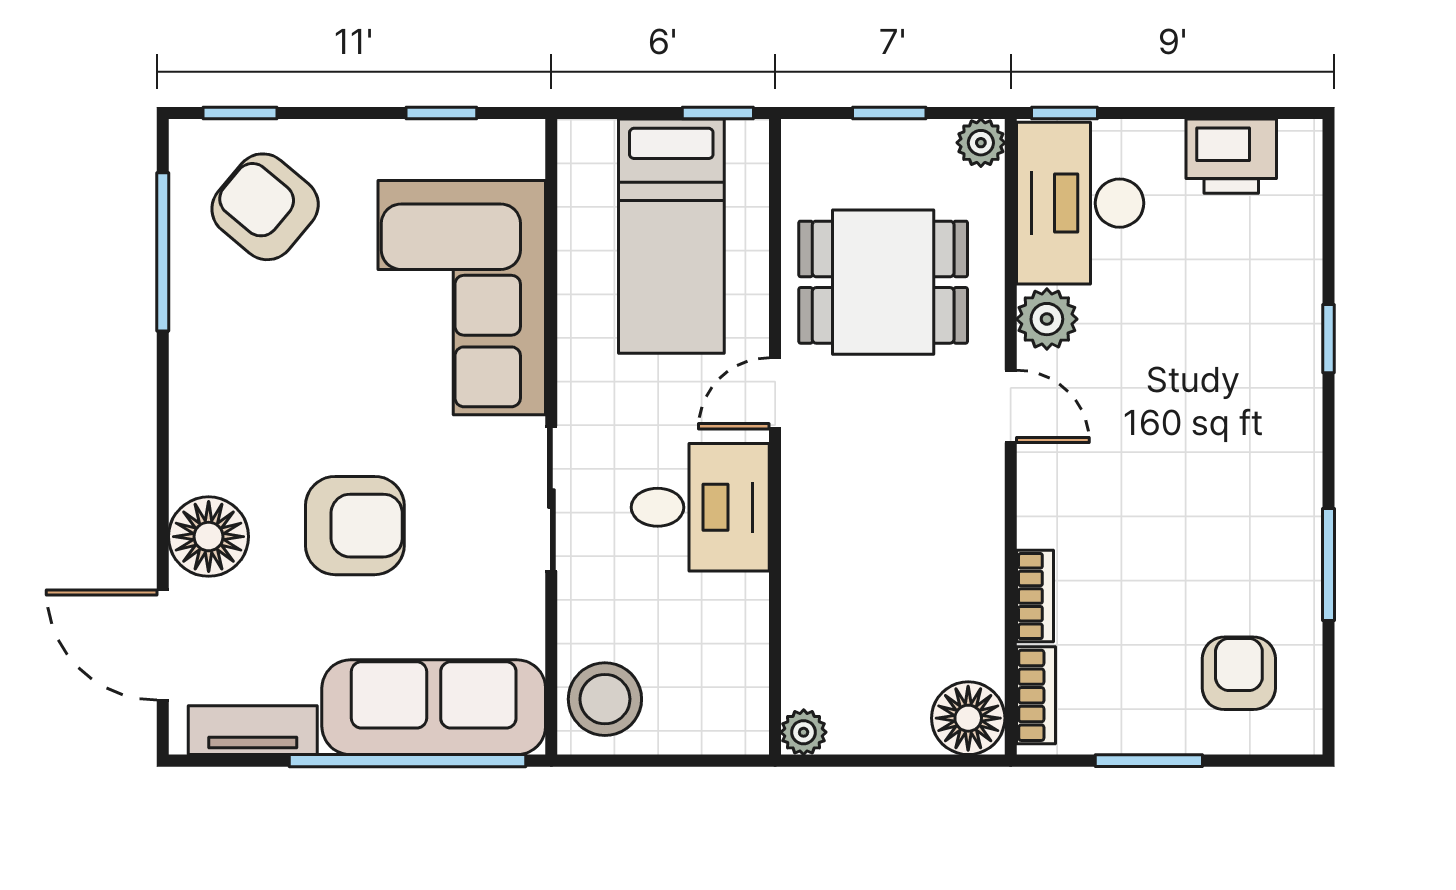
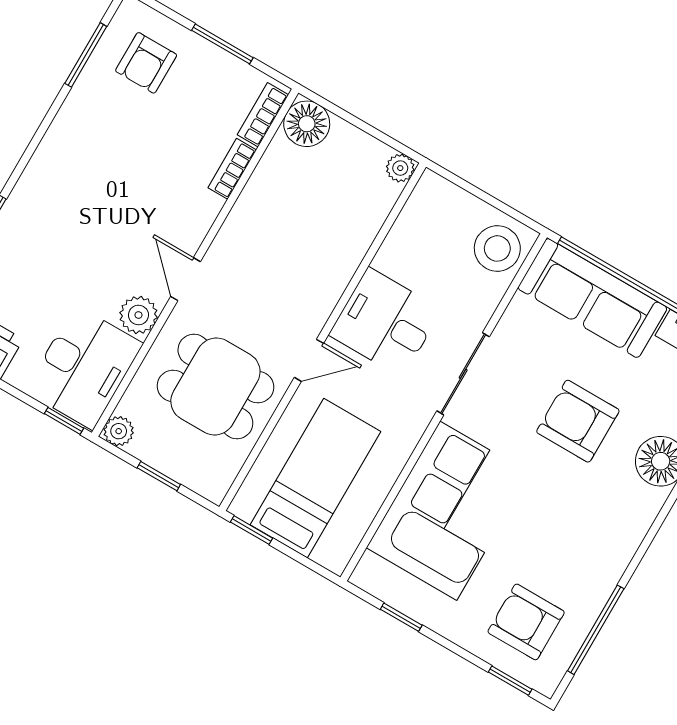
armchair: (265, 207) -> (526, 622), turned 140
window: (1329, 565) -> (86, 55), moved

